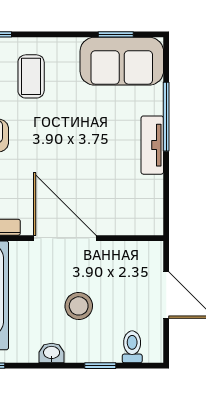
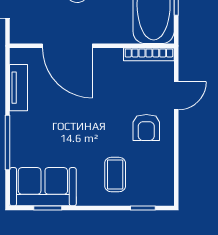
tv unit: (152, 145) -> (19, 88), moved
door: (65, 238) -> (67, 46), moved

